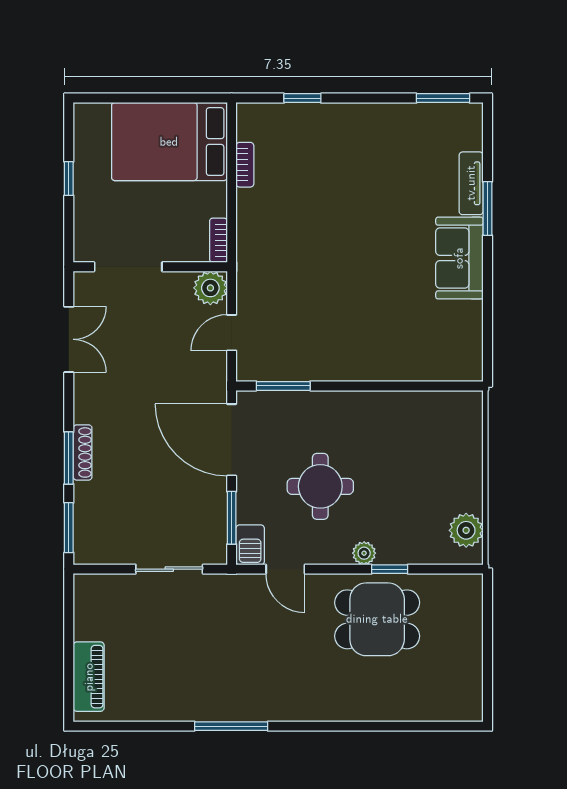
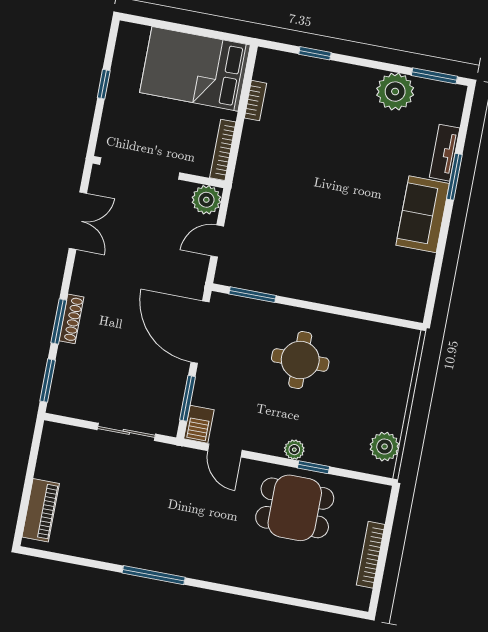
plant: (402, 124) -> (395, 92), added
bookcase: (218, 240) -> (223, 150), width x1.56
doorway: (128, 267) -> (140, 169), width x1.36
round table: (320, 486) -> (300, 360), moved
bookcase: (473, 656) -> (371, 555), added

